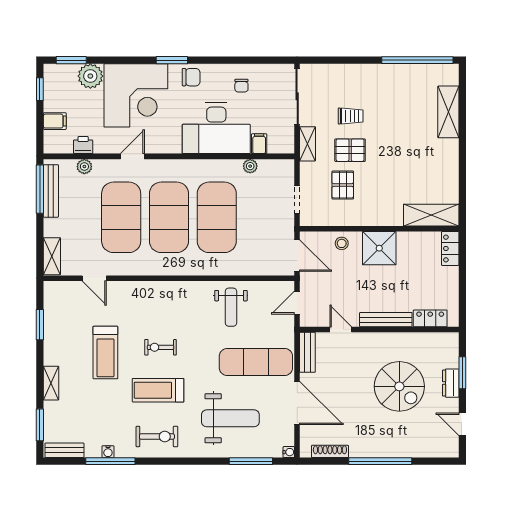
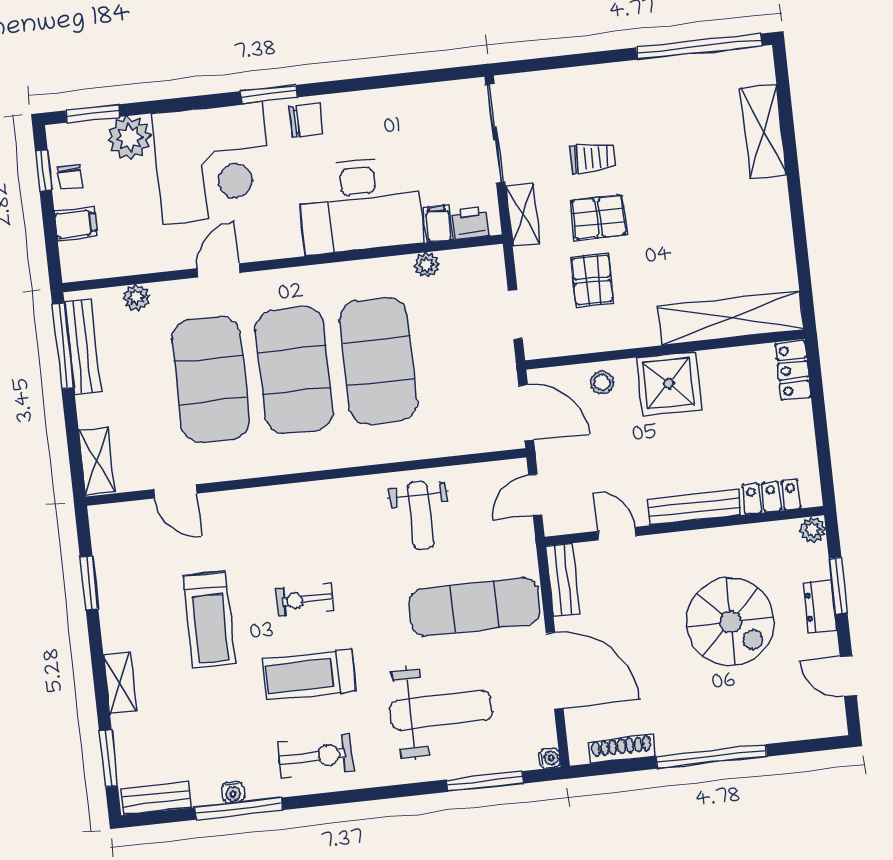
chair: (241, 86) -> (70, 177), moved
printer: (83, 145) -> (471, 223), moved
shelving: (431, 215) -> (731, 318), width x1.47
plant: (451, 340) -> (813, 530), added

